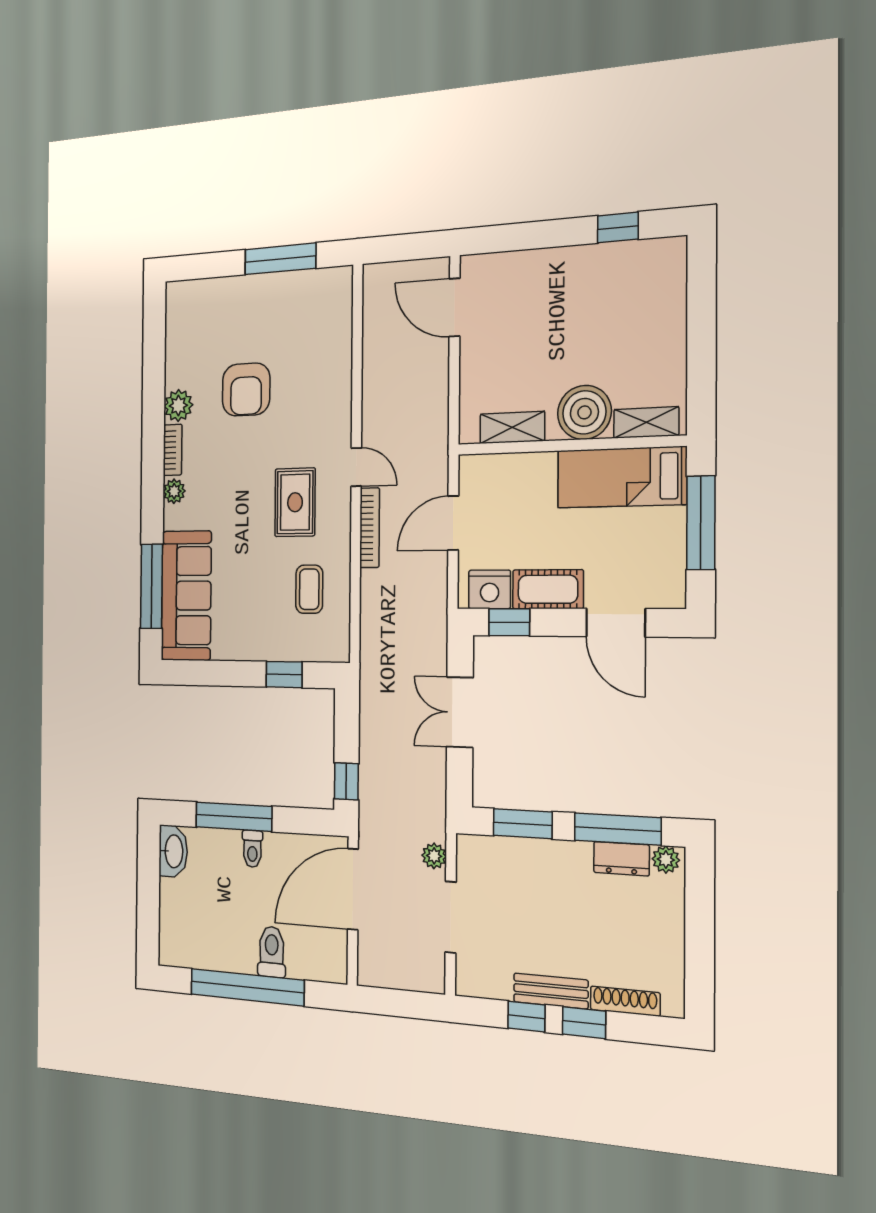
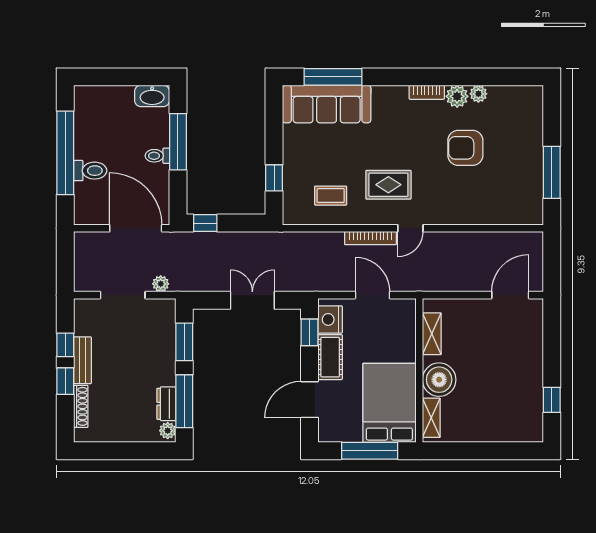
bed: (622, 477) -> (389, 403), width x1.50
plant: (174, 491) -> (478, 94), moved

